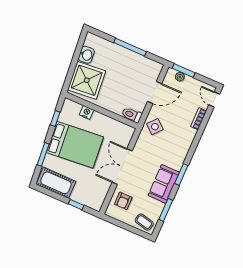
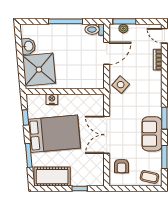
toilet: (132, 115) -> (95, 30), moved

